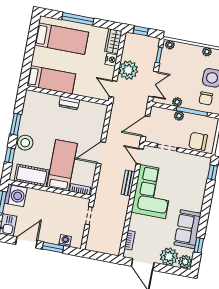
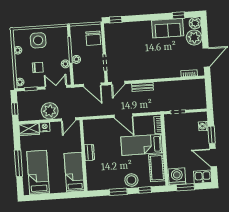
chair: (206, 98) -> (38, 67), moved
corner sofa: (153, 192) -> (144, 65), removed

